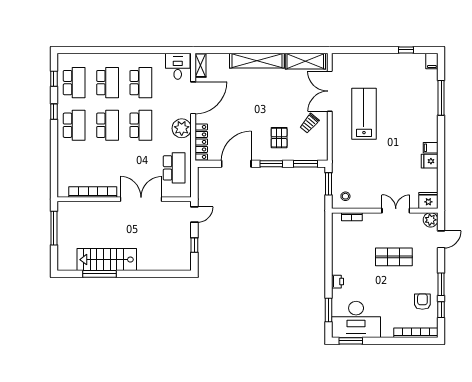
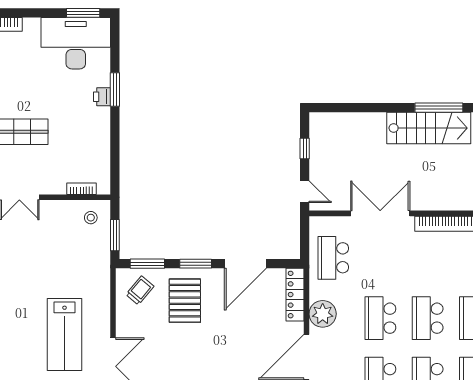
trolley: (309, 123) -> (140, 290), moved
pallet: (279, 138) -> (185, 301), width x1.50, depth x1.42
double door: (141, 199) -> (380, 213), swing flipped
door: (194, 215) -> (305, 192), swing flipped
window: (328, 310) -> (115, 89), moved

